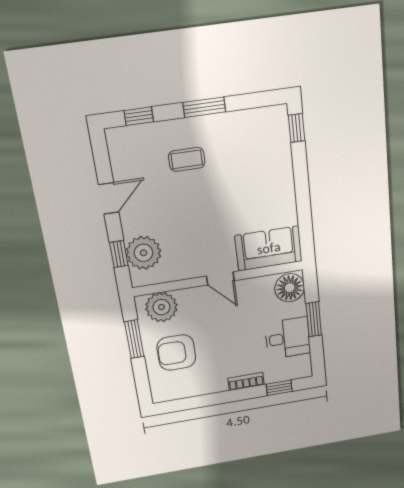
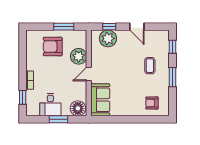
window: (297, 128) -> (157, 119), removed
armchair: (264, 144) -> (152, 103), added
plant: (161, 307) -> (79, 56), moved
armchair: (176, 353) -> (53, 47), turned -90

